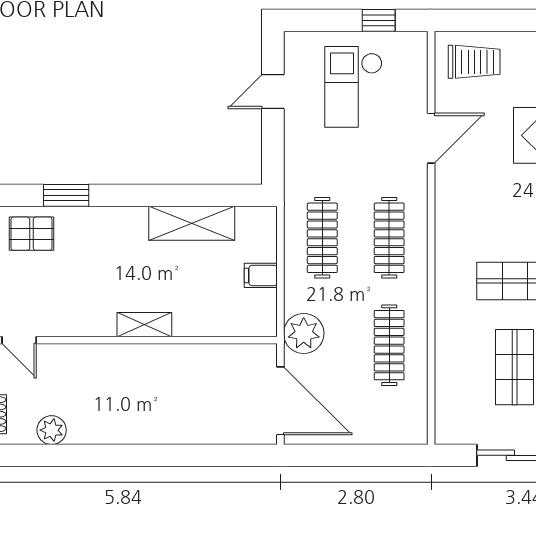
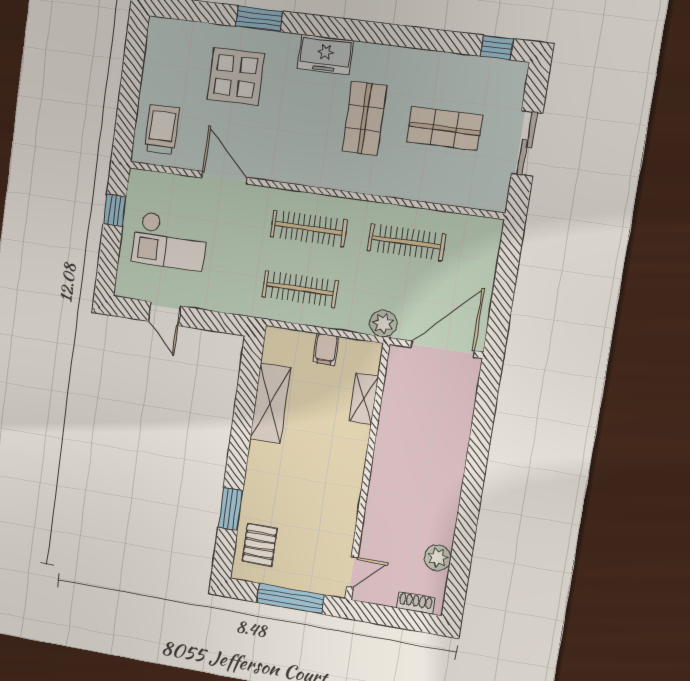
shelving: (144, 325) -> (364, 399), moved
plant: (304, 333) -> (383, 323), width x0.73, depth x0.73

